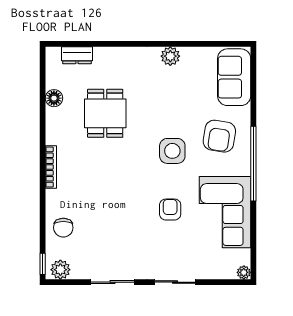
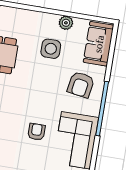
plant: (170, 56) -> (66, 23), moved
side table: (172, 151) -> (51, 49), moved

